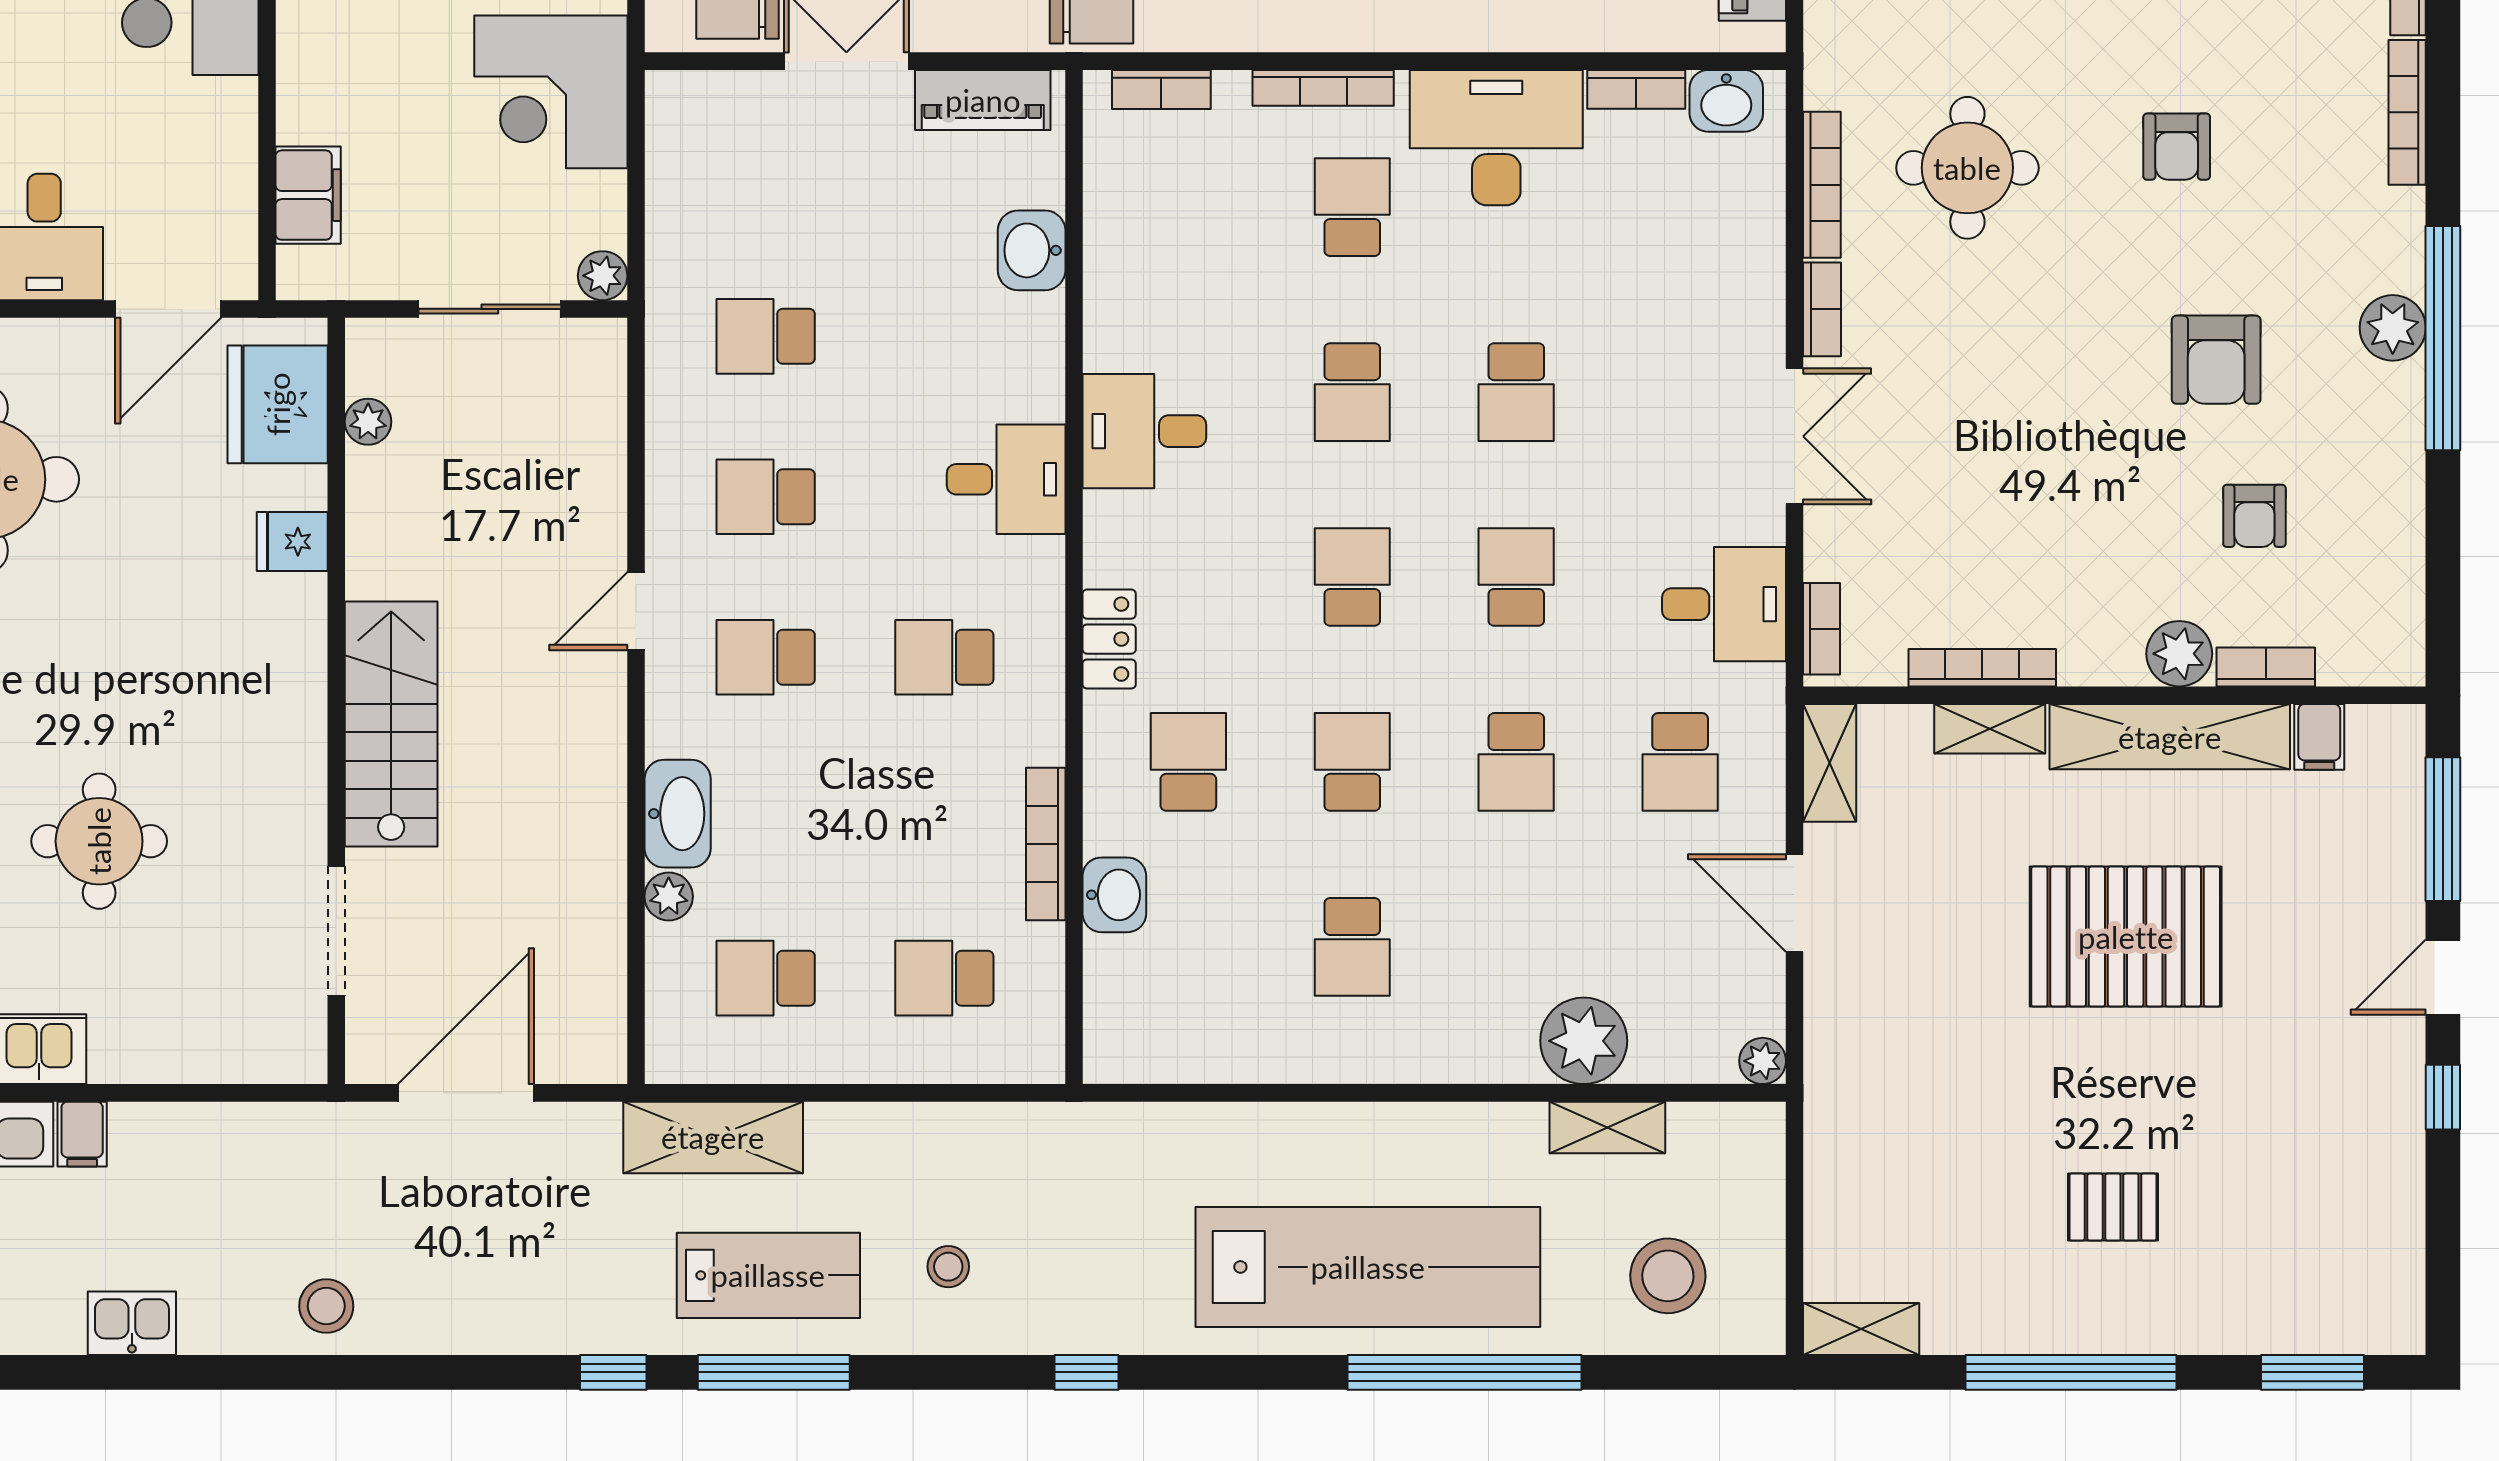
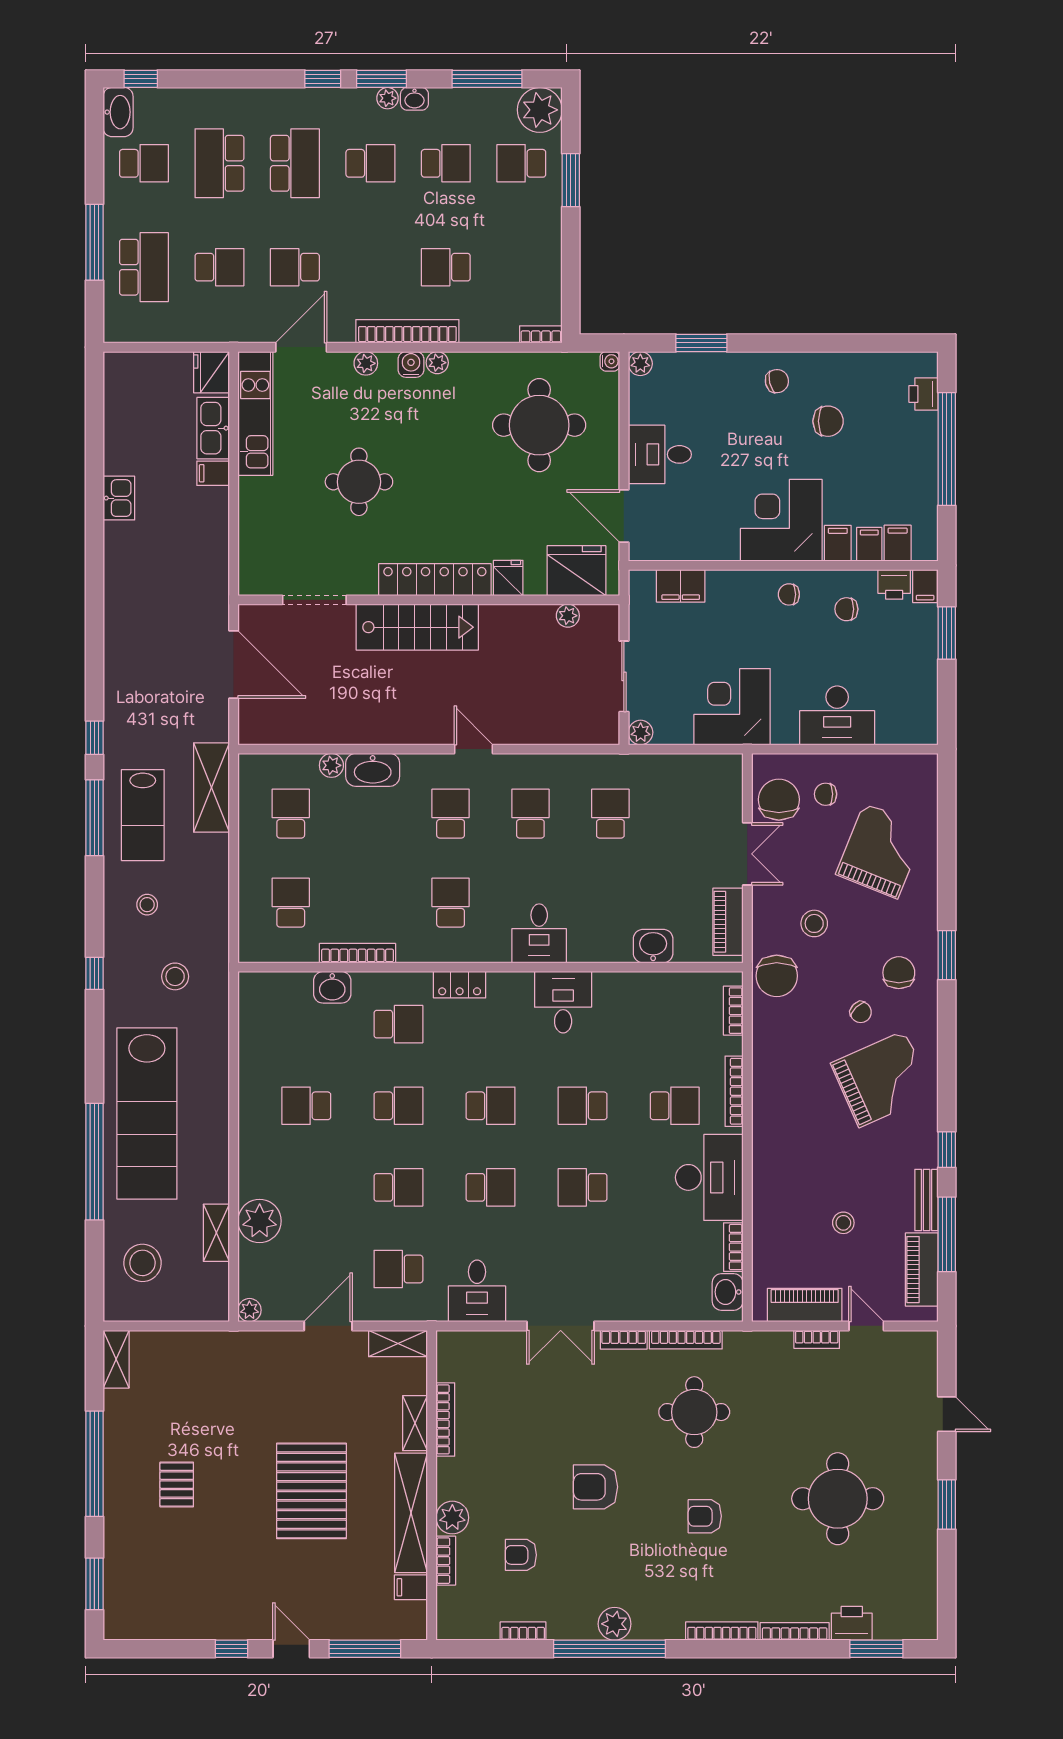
armchair: (2216, 360) -> (596, 1487), moved
bookcase: (1821, 629) -> (523, 1631), moved, turned 180
locker: (296, 689) -> (435, 580), added
school desk: (1516, 762) -> (398, 1187), turned 180
stool: (326, 1306) -> (175, 976), moved

